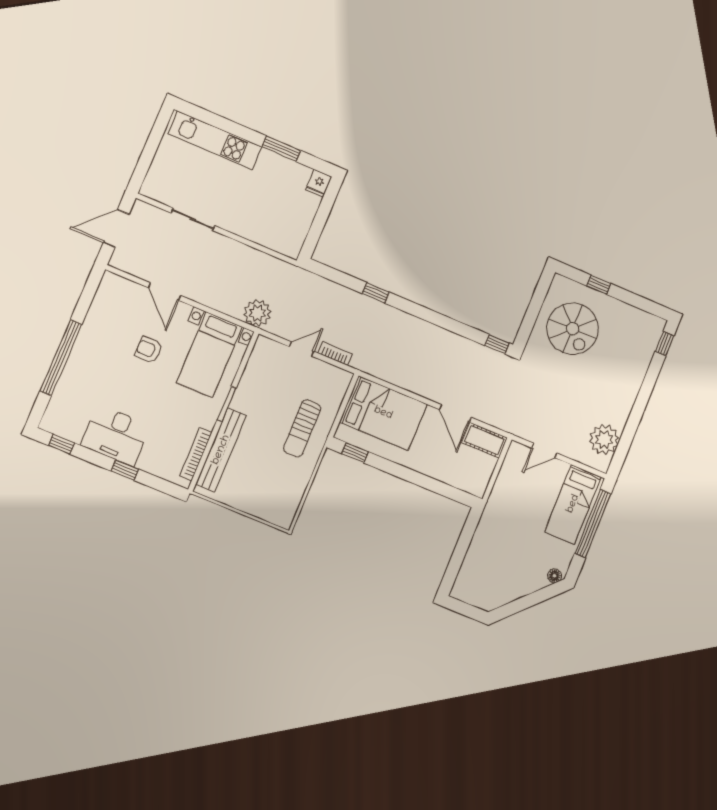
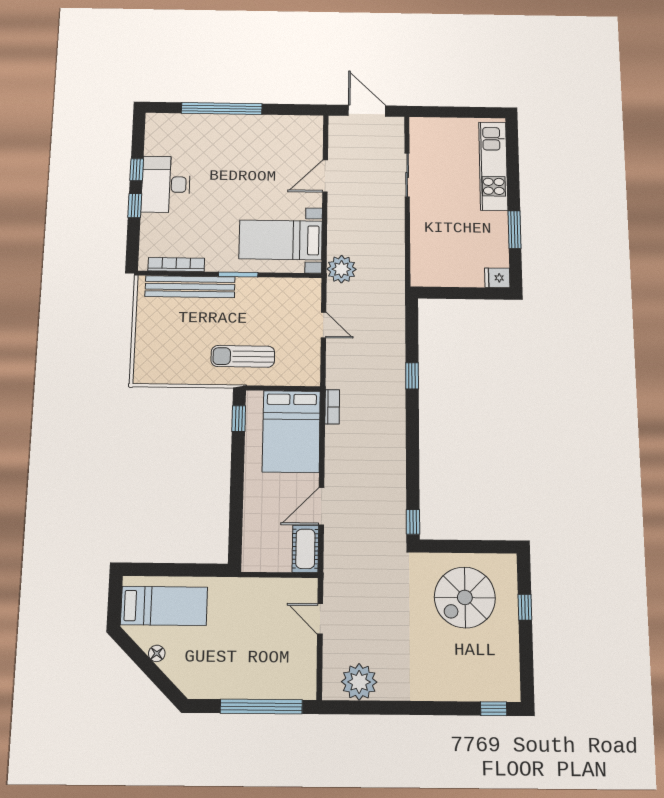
armchair: (149, 350) -> (262, 183), removed
bookcase: (335, 354) -> (332, 407), moved
window: (62, 444) -> (137, 170), moved
bed: (573, 504) -> (164, 606), moved, turned 180
floor lamp: (554, 576) -> (157, 653), moved

